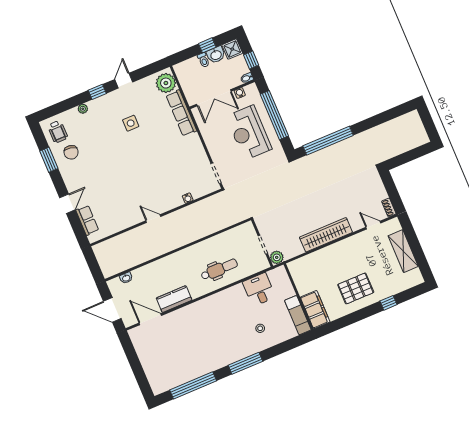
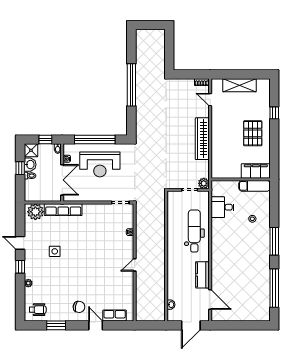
window: (328, 141) -> (131, 85), moved
chair: (71, 152) -> (79, 307), moved
door: (373, 225) -> (210, 100), hinge flipped
dental chair: (219, 269) -> (194, 231), width x1.36, depth x1.38
door: (150, 319) -> (210, 299), swing flipped

